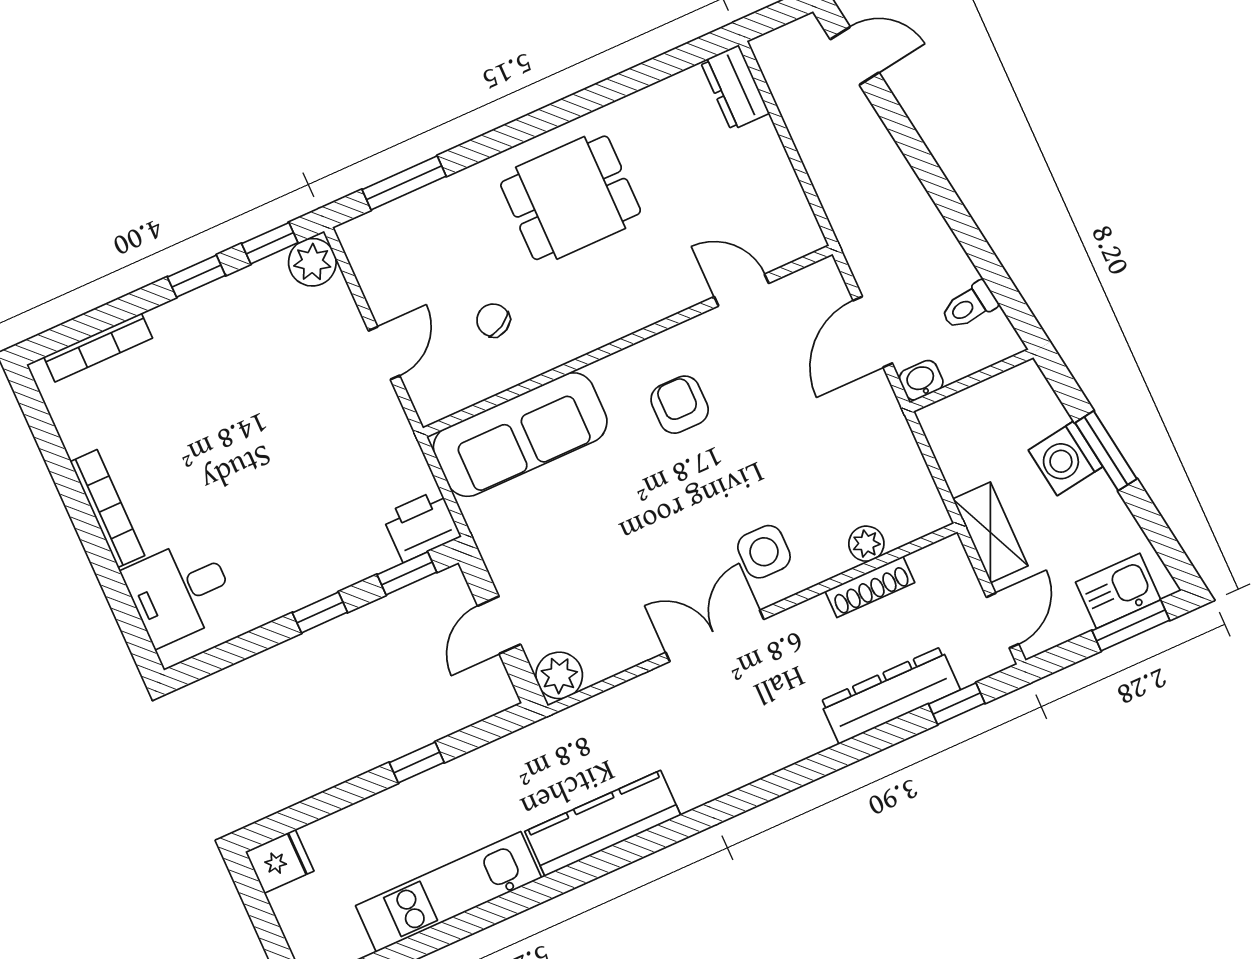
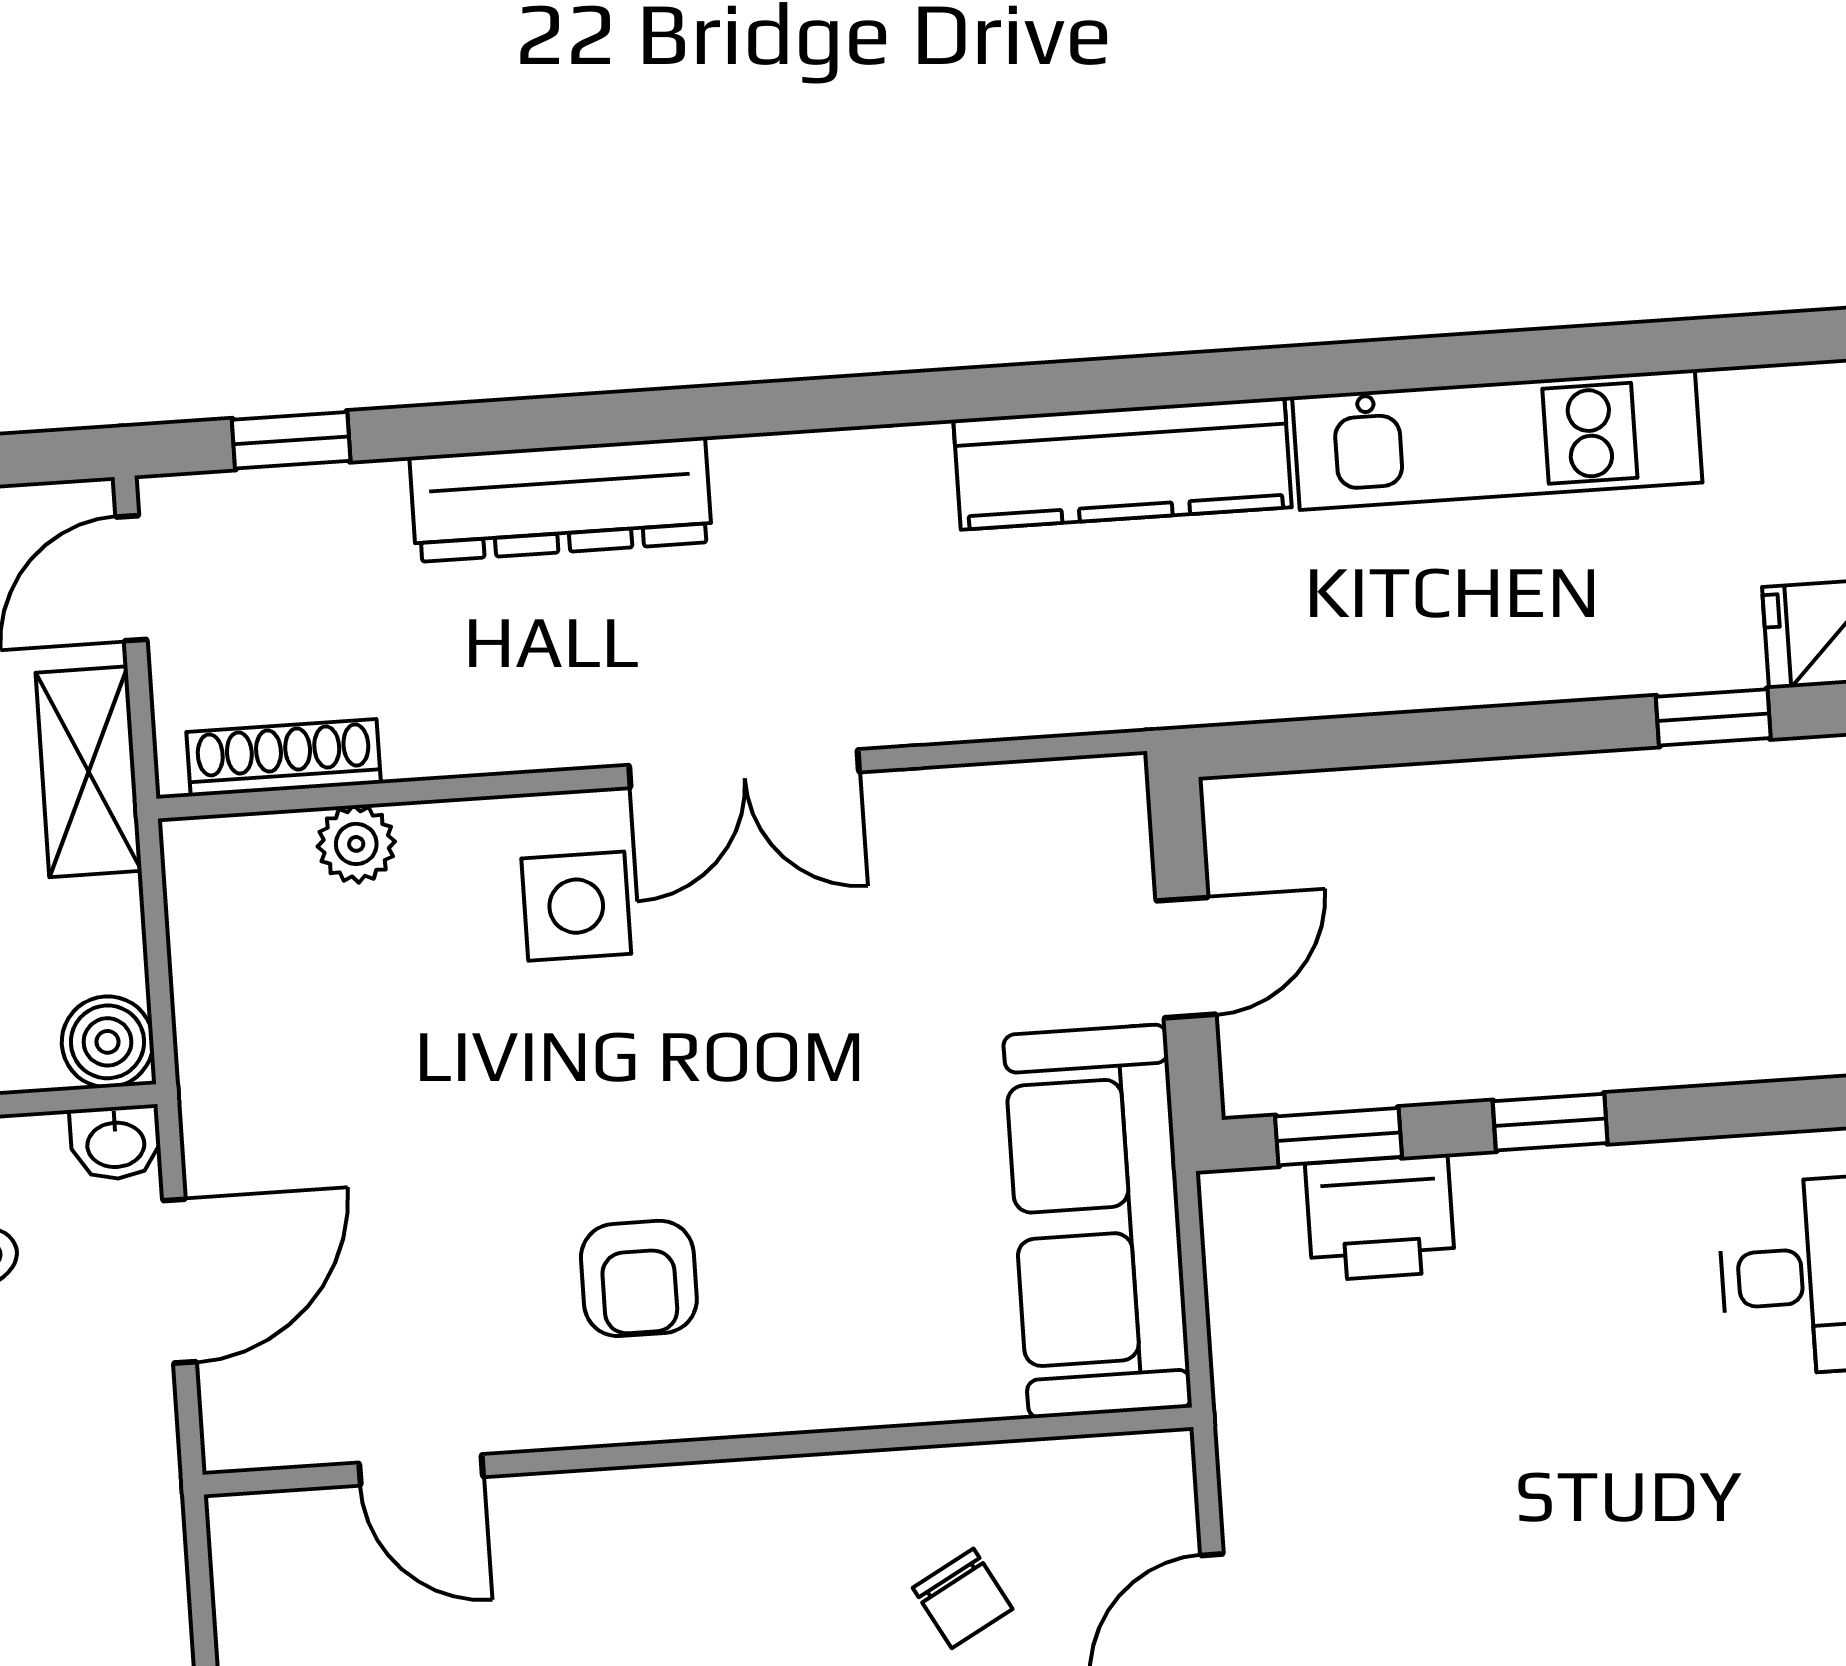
boiler: (940, 421) -> (108, 1042), added
sofa: (520, 435) -> (1098, 1221), moved, turned -90
printer: (422, 526) -> (1380, 1218), moved
shoe rack: (870, 587) -> (284, 758), moved
plant: (559, 675) -> (1099, 806), removed
dresser: (890, 695) -> (561, 499), moved
window: (417, 762) -> (1713, 717), moved

